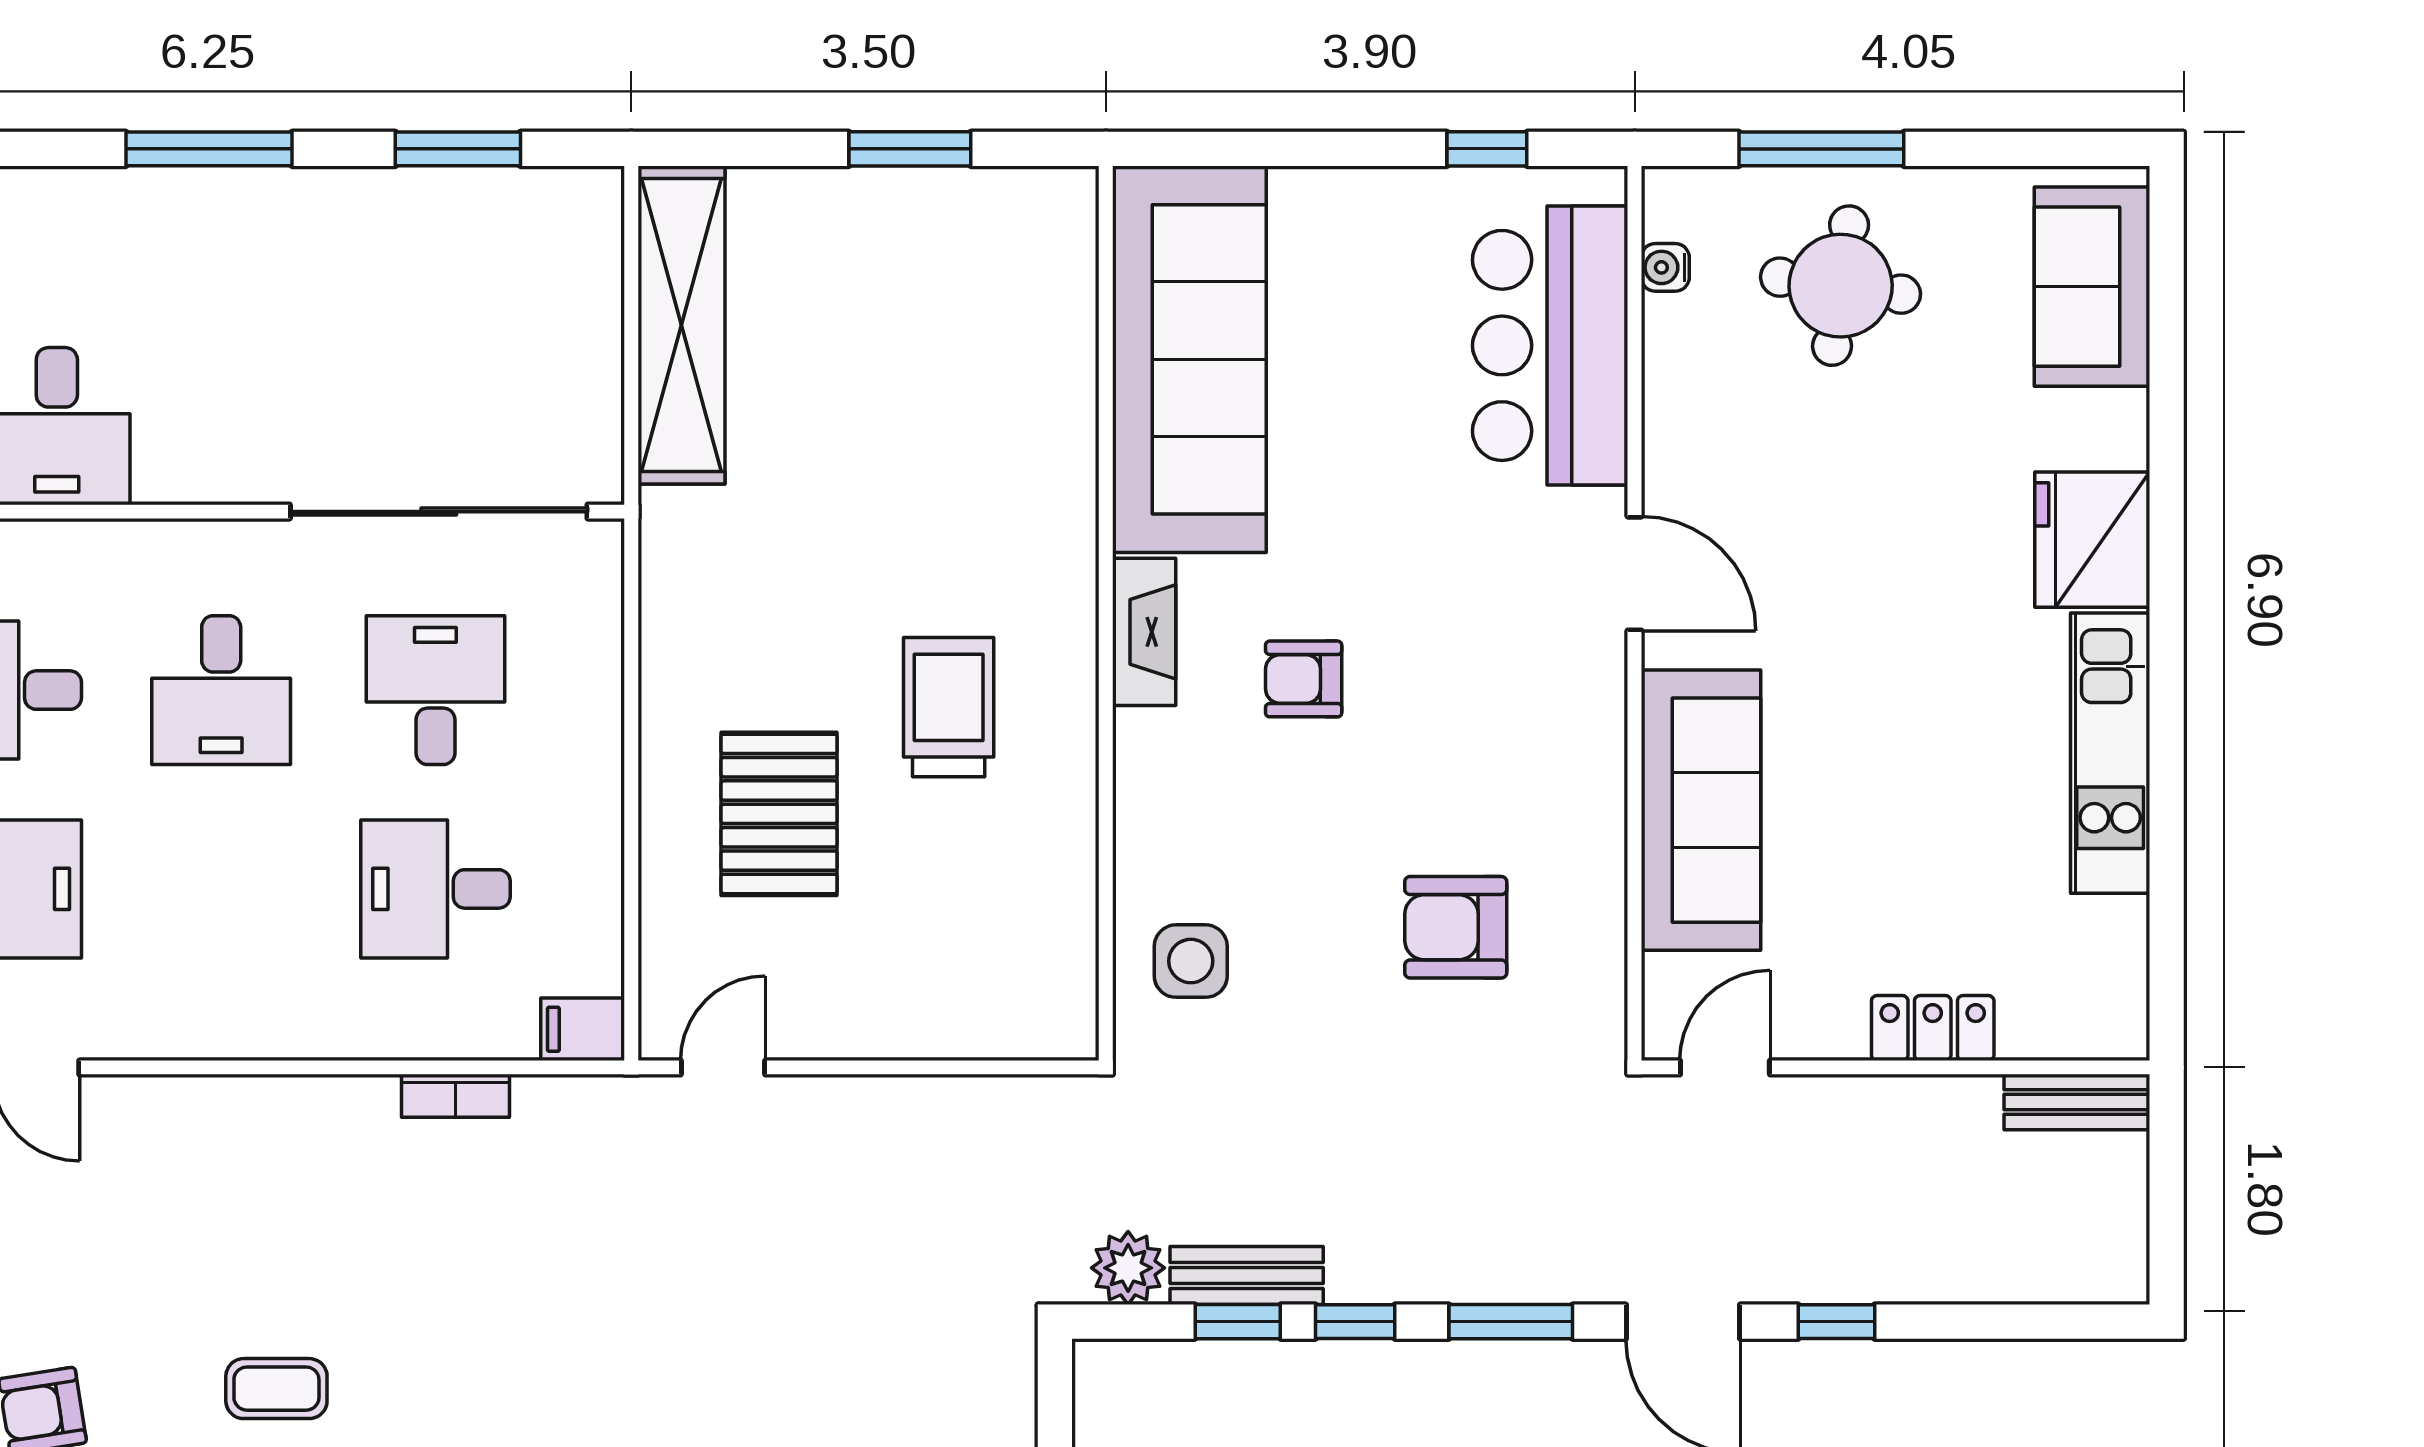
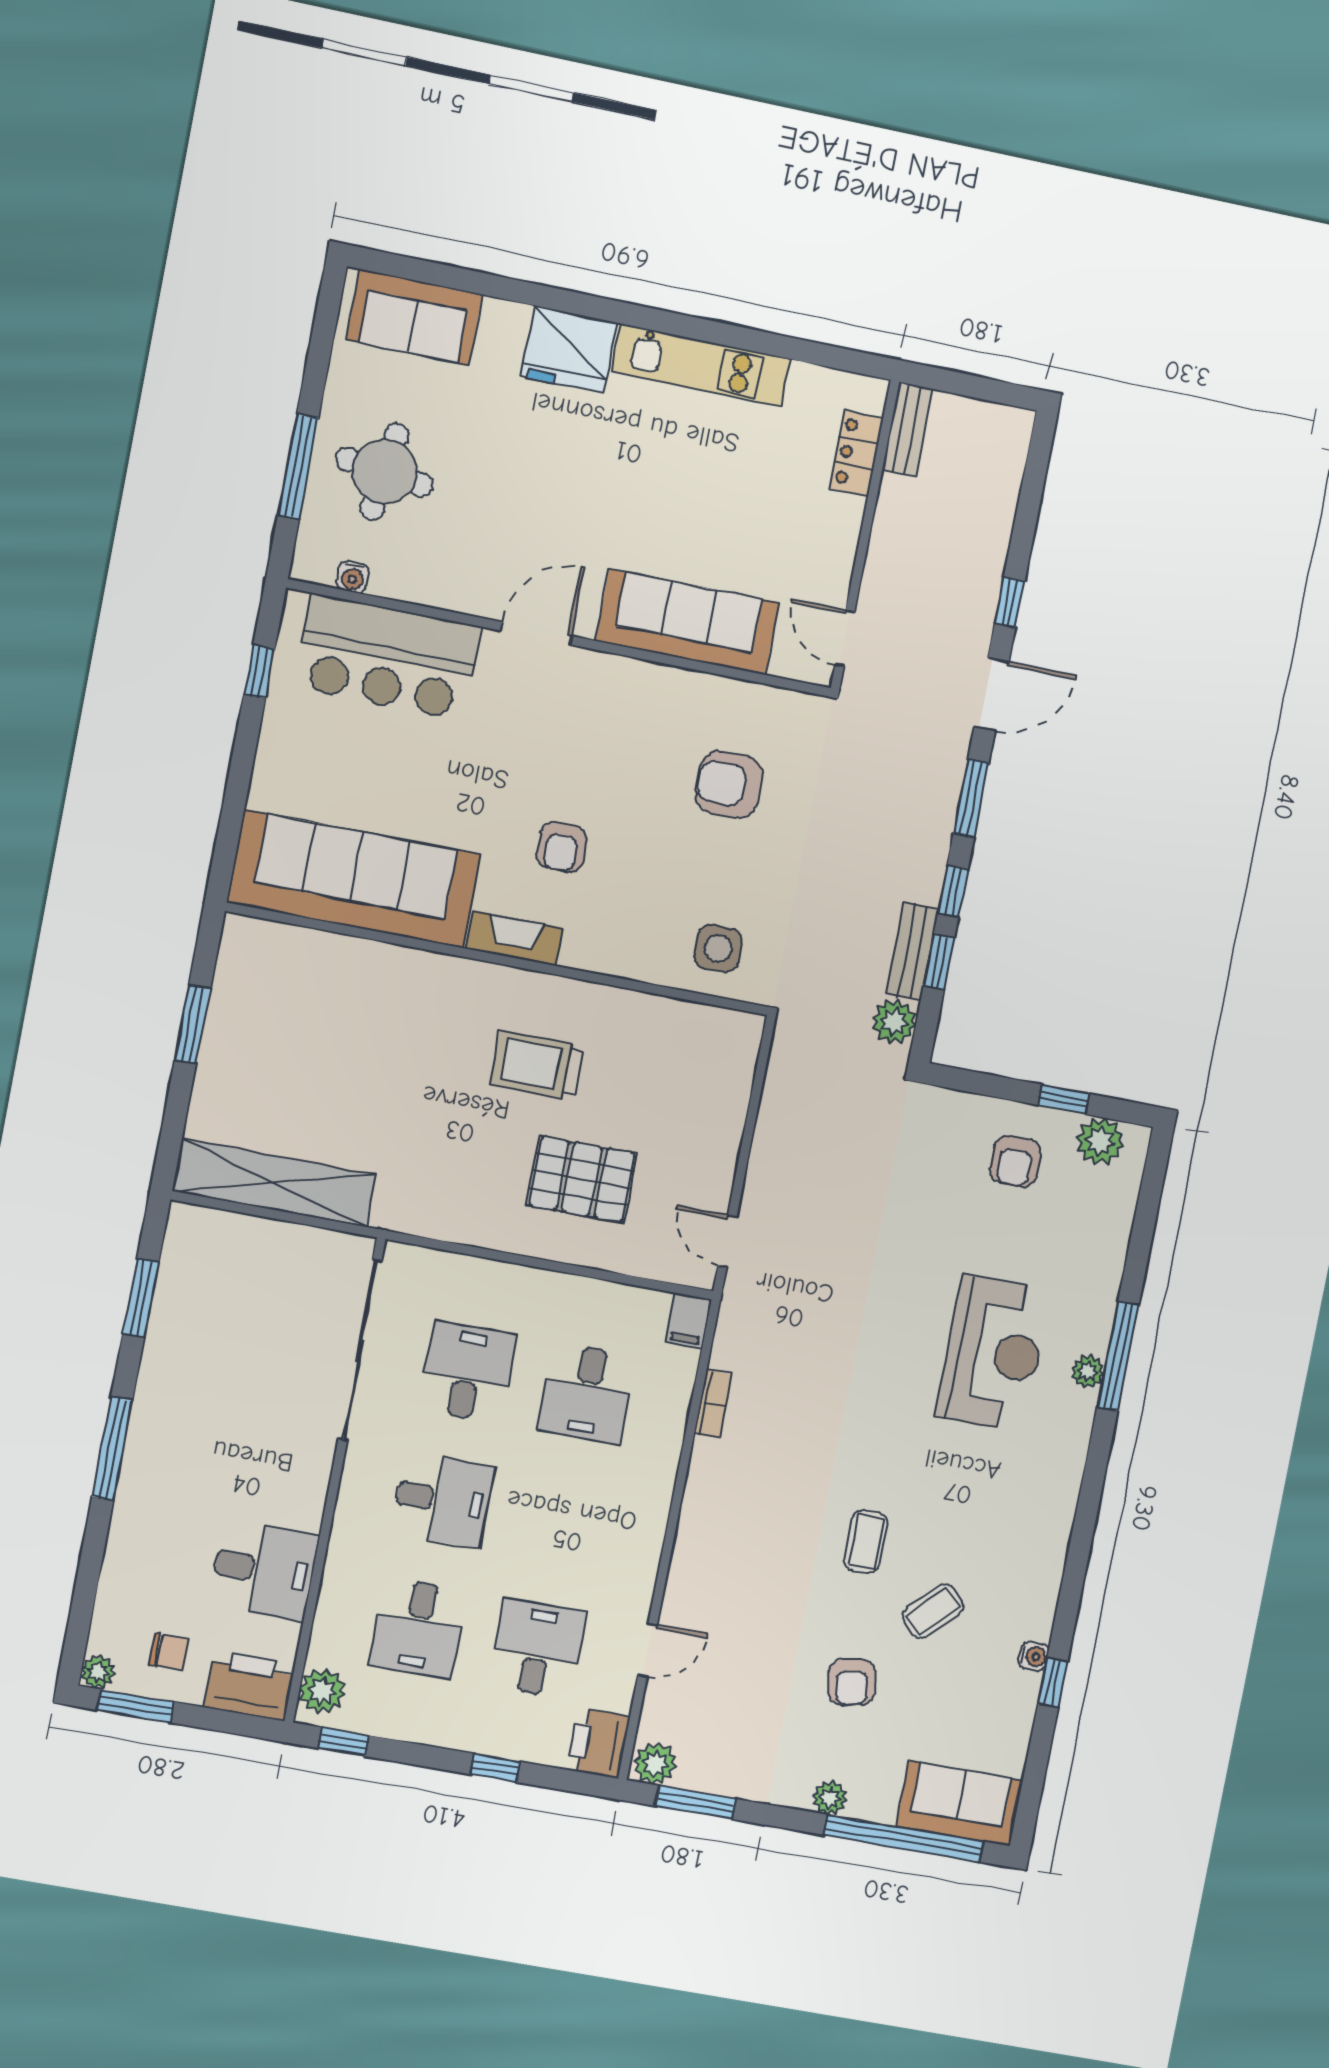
desk: (435, 690) -> (467, 1372), turned 90
armchair: (1456, 927) -> (729, 785), turned 90
locker: (1933, 1028) -> (856, 453), moved

